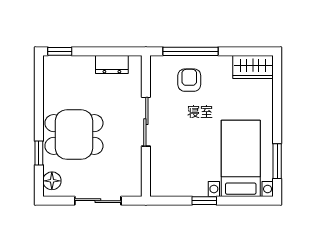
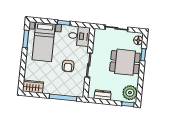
plant: (58, 75) -> (130, 93), added
armchair: (189, 80) -> (68, 66), moved
desk: (171, 177) -> (79, 36), added

